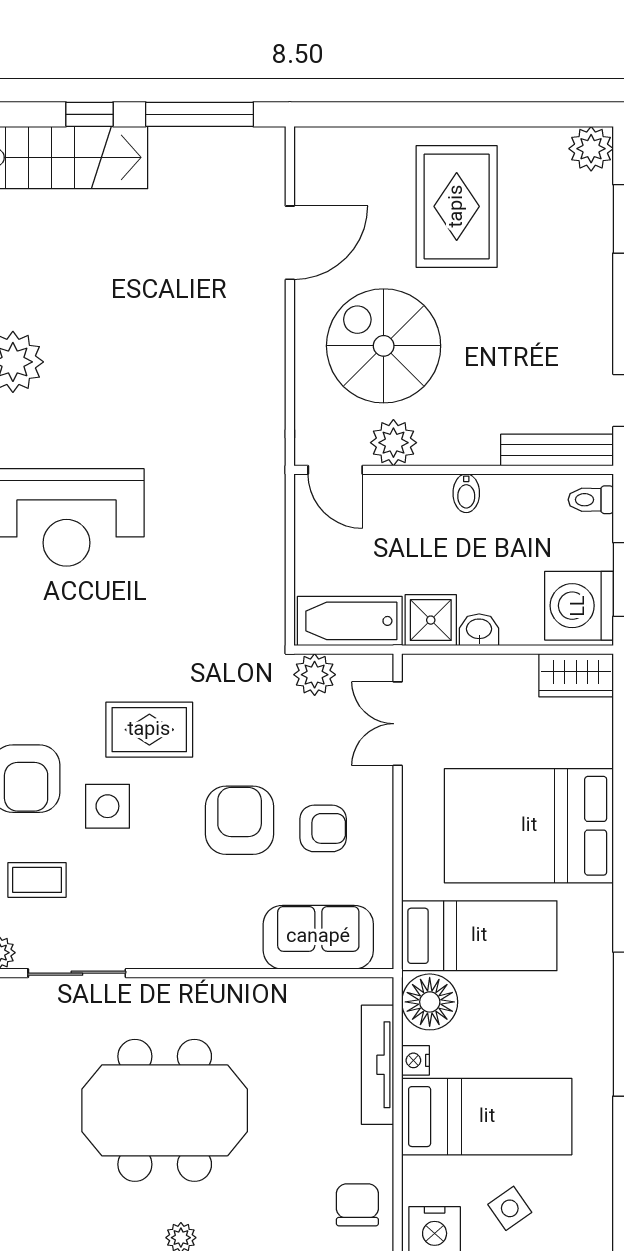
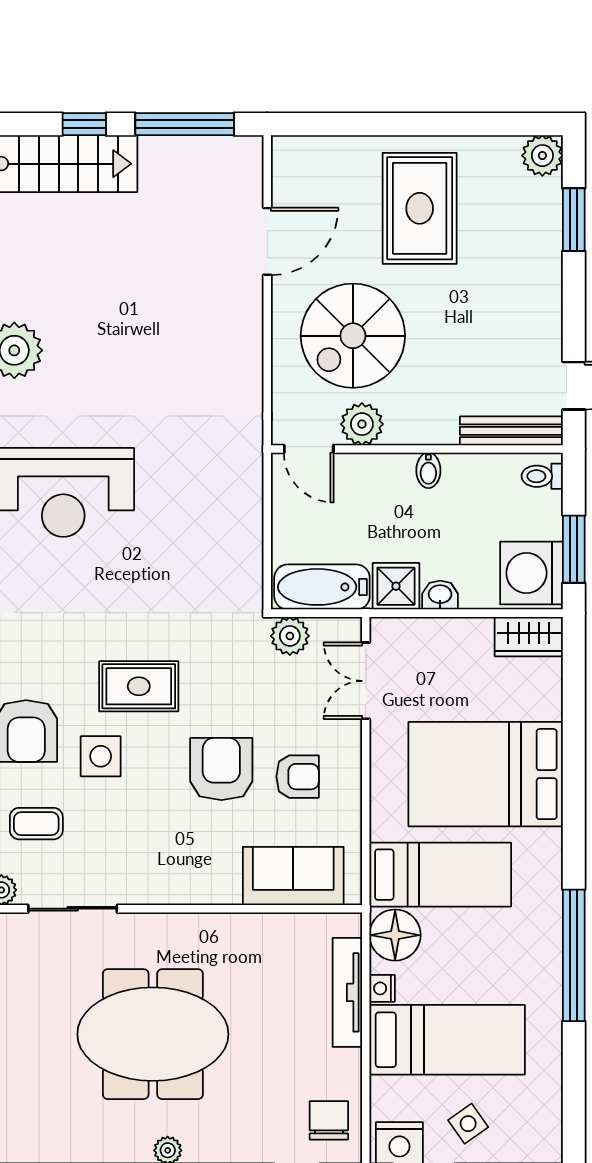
spiral stairs: (384, 346) -> (353, 336), turned -90

